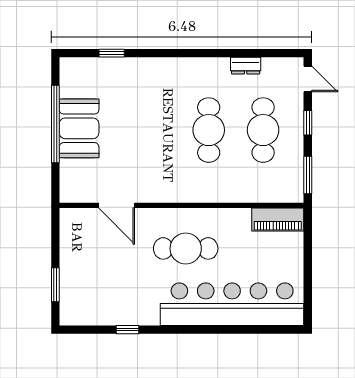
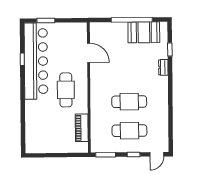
dresser: (246, 66) -> (163, 67), moved
booth: (79, 128) -> (144, 32), moved
door: (117, 205) -> (89, 53), swing flipped
piano: (278, 219) -> (82, 128), moved
bar counter: (232, 304) -> (36, 61), moved

